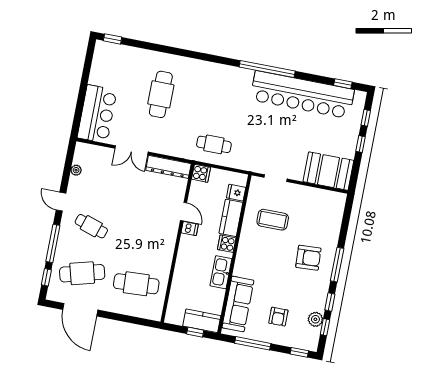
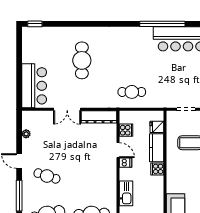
cooker: (201, 173) -> (126, 130), moved
kitchen sink: (221, 272) -> (126, 193), moved, turned 180

